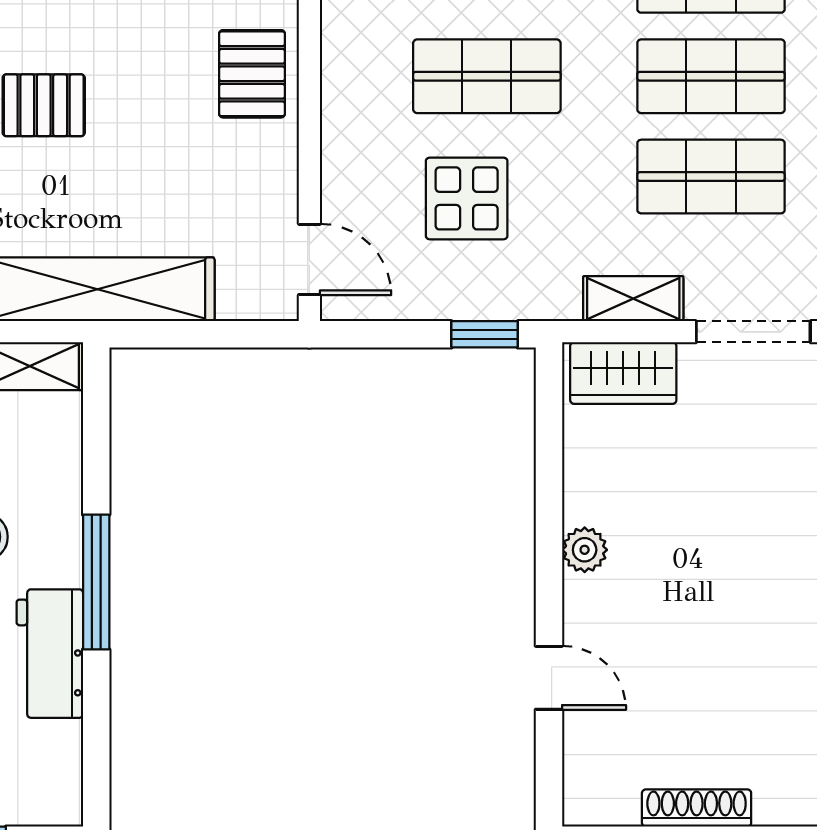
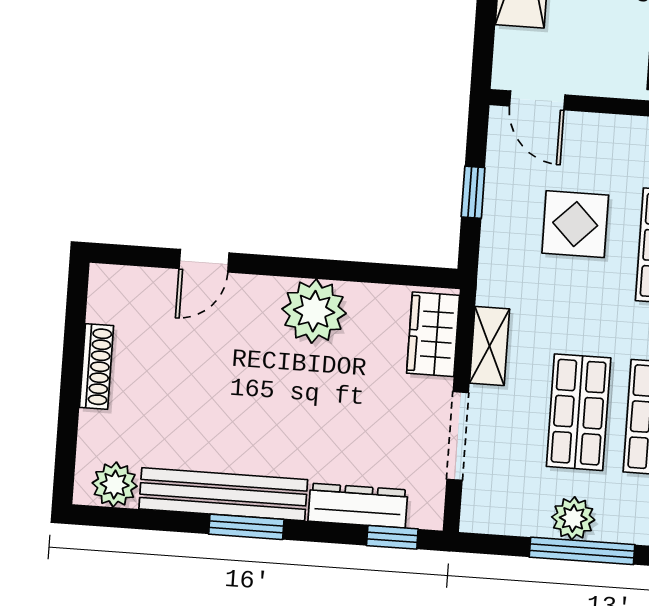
door: (309, 259) -> (537, 100), hinge flipped
window: (485, 334) -> (473, 192), moved
plant: (585, 550) -> (314, 311), width x1.88, depth x1.88

